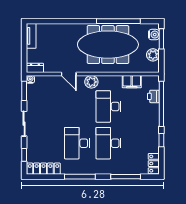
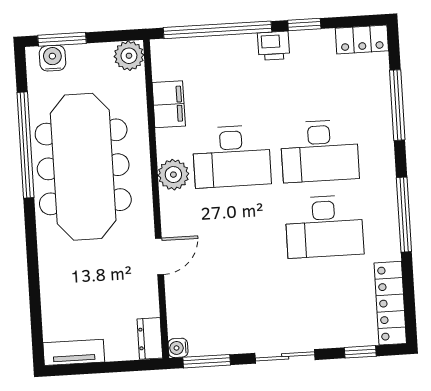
plant: (153, 55) -> (129, 56), moved
plant: (91, 82) -> (173, 175), moved
printer: (153, 96) -> (274, 46), moved

